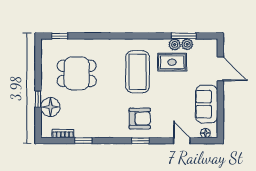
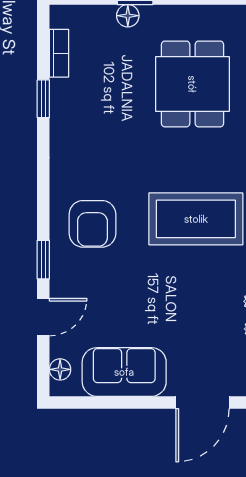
rug: (172, 62) -> (217, 295), removed
floor lamp: (50, 107) -> (128, 16), width x0.53, depth x0.53
window: (141, 141) -> (43, 260), moved

